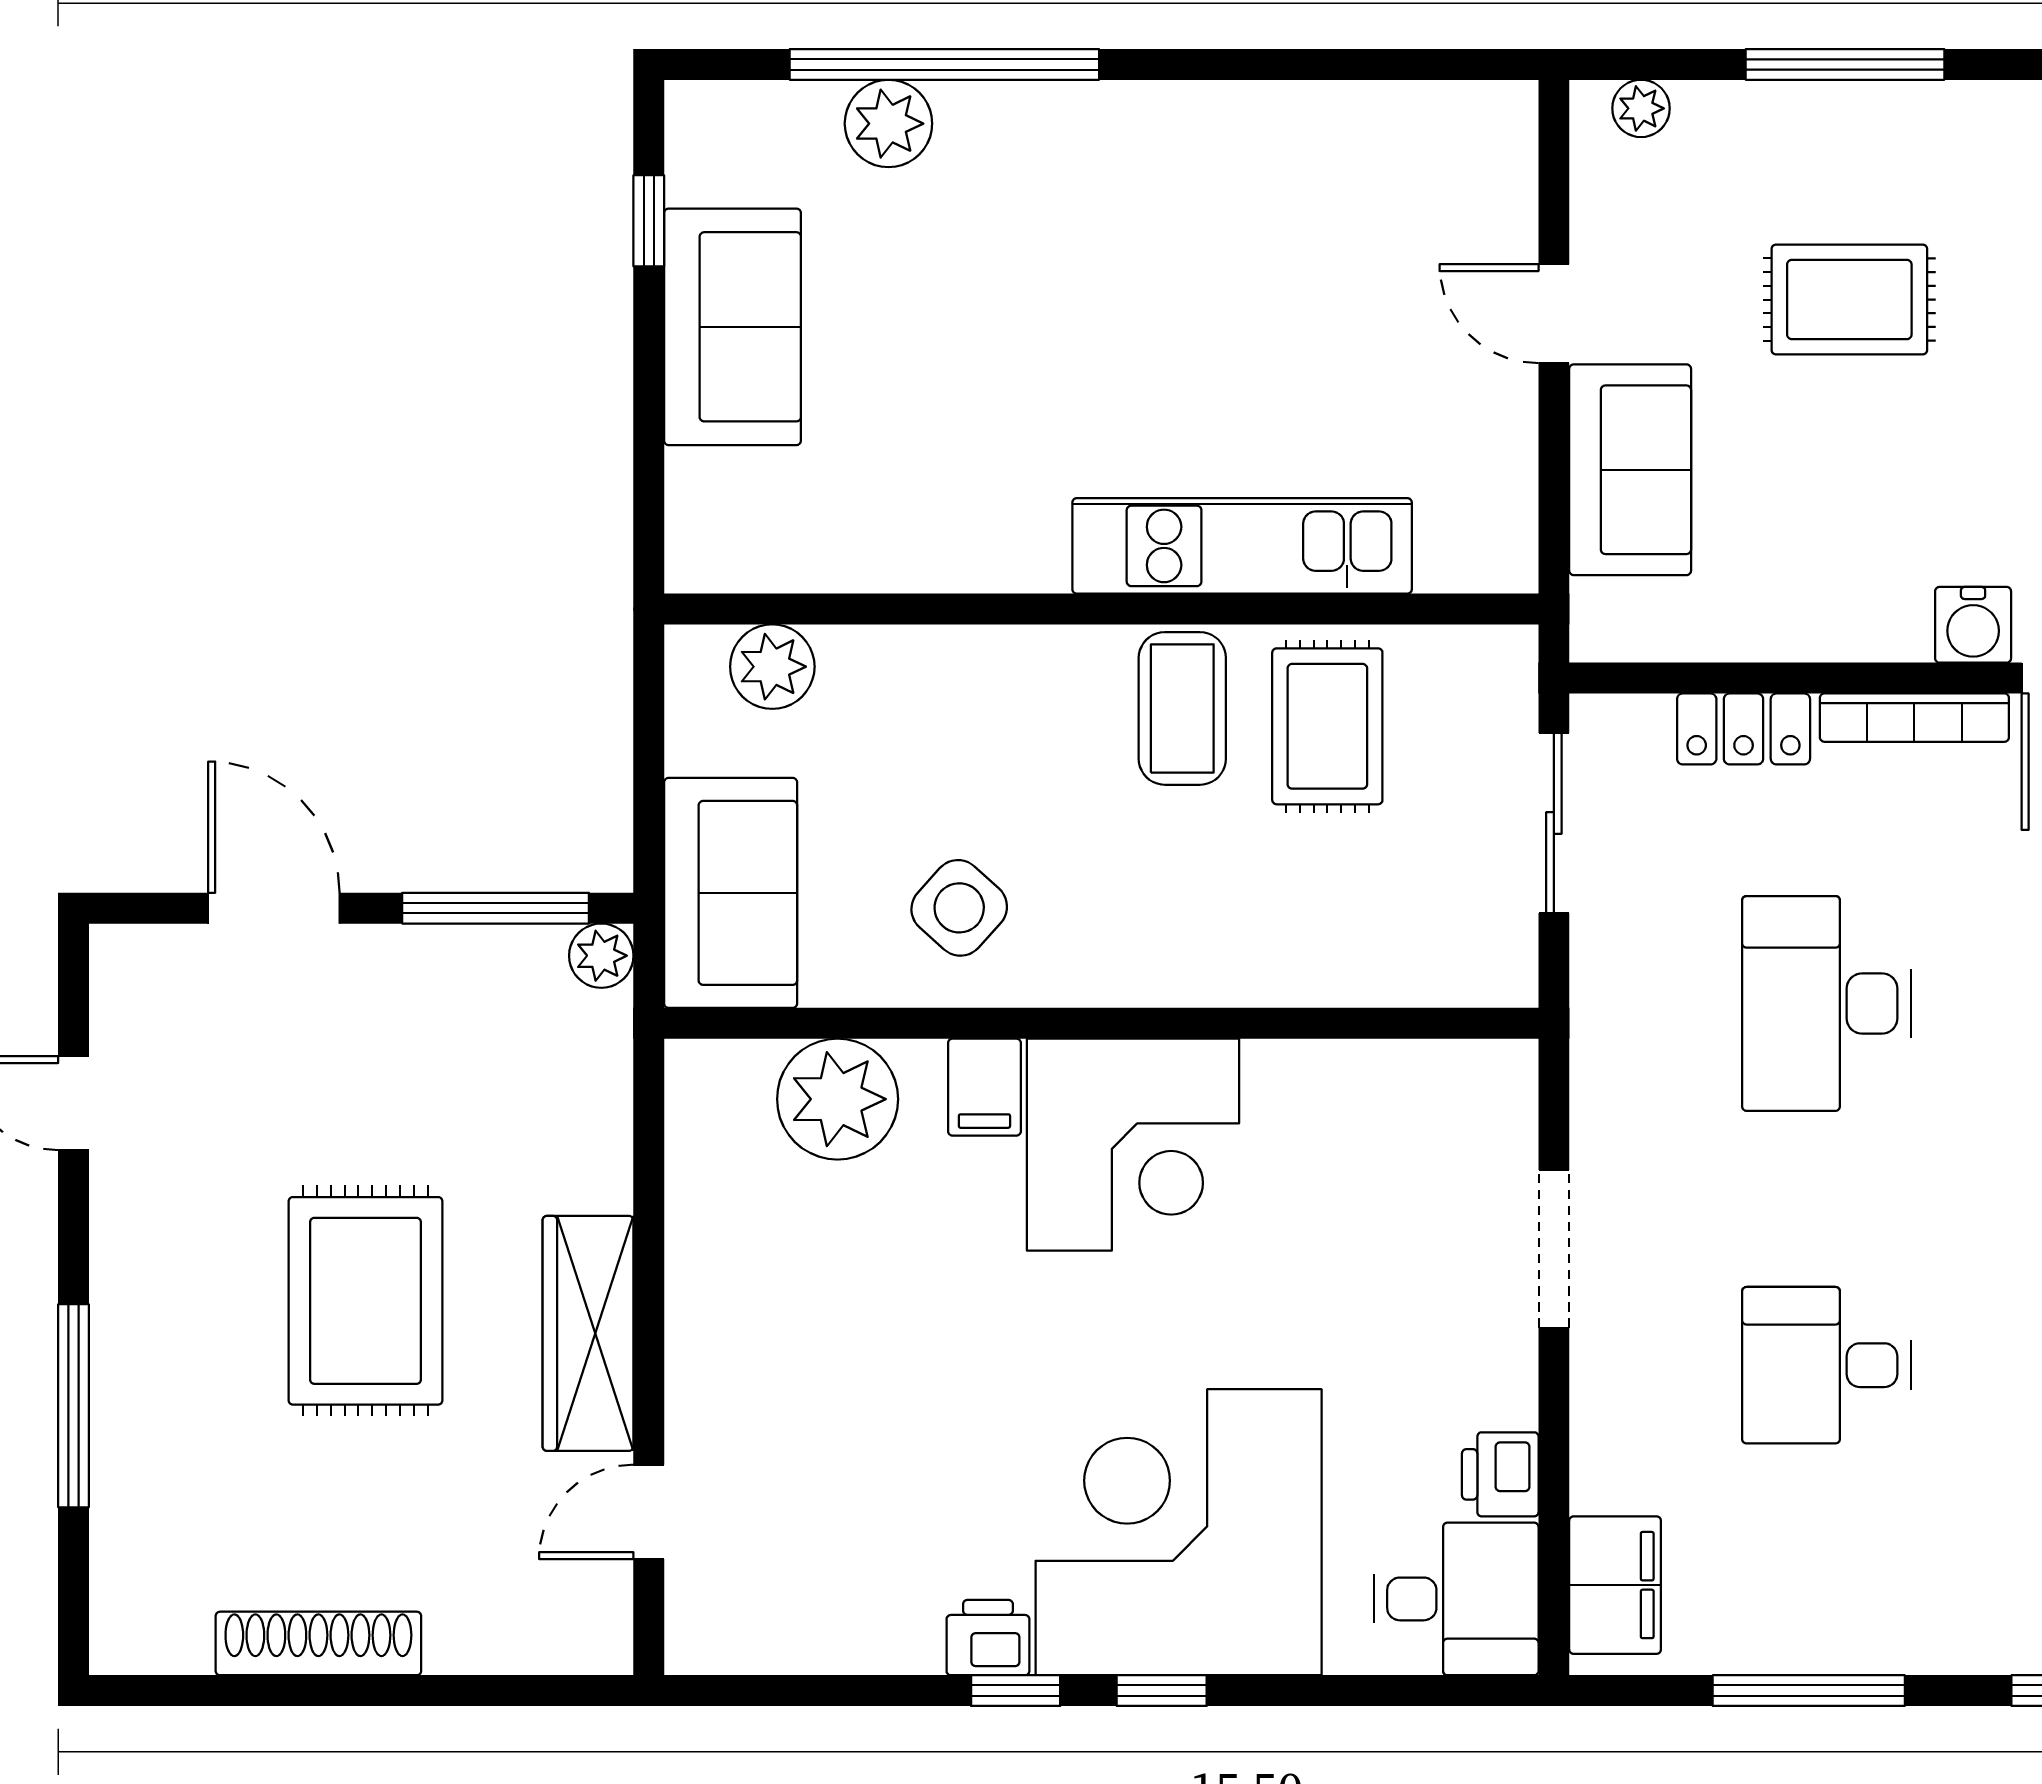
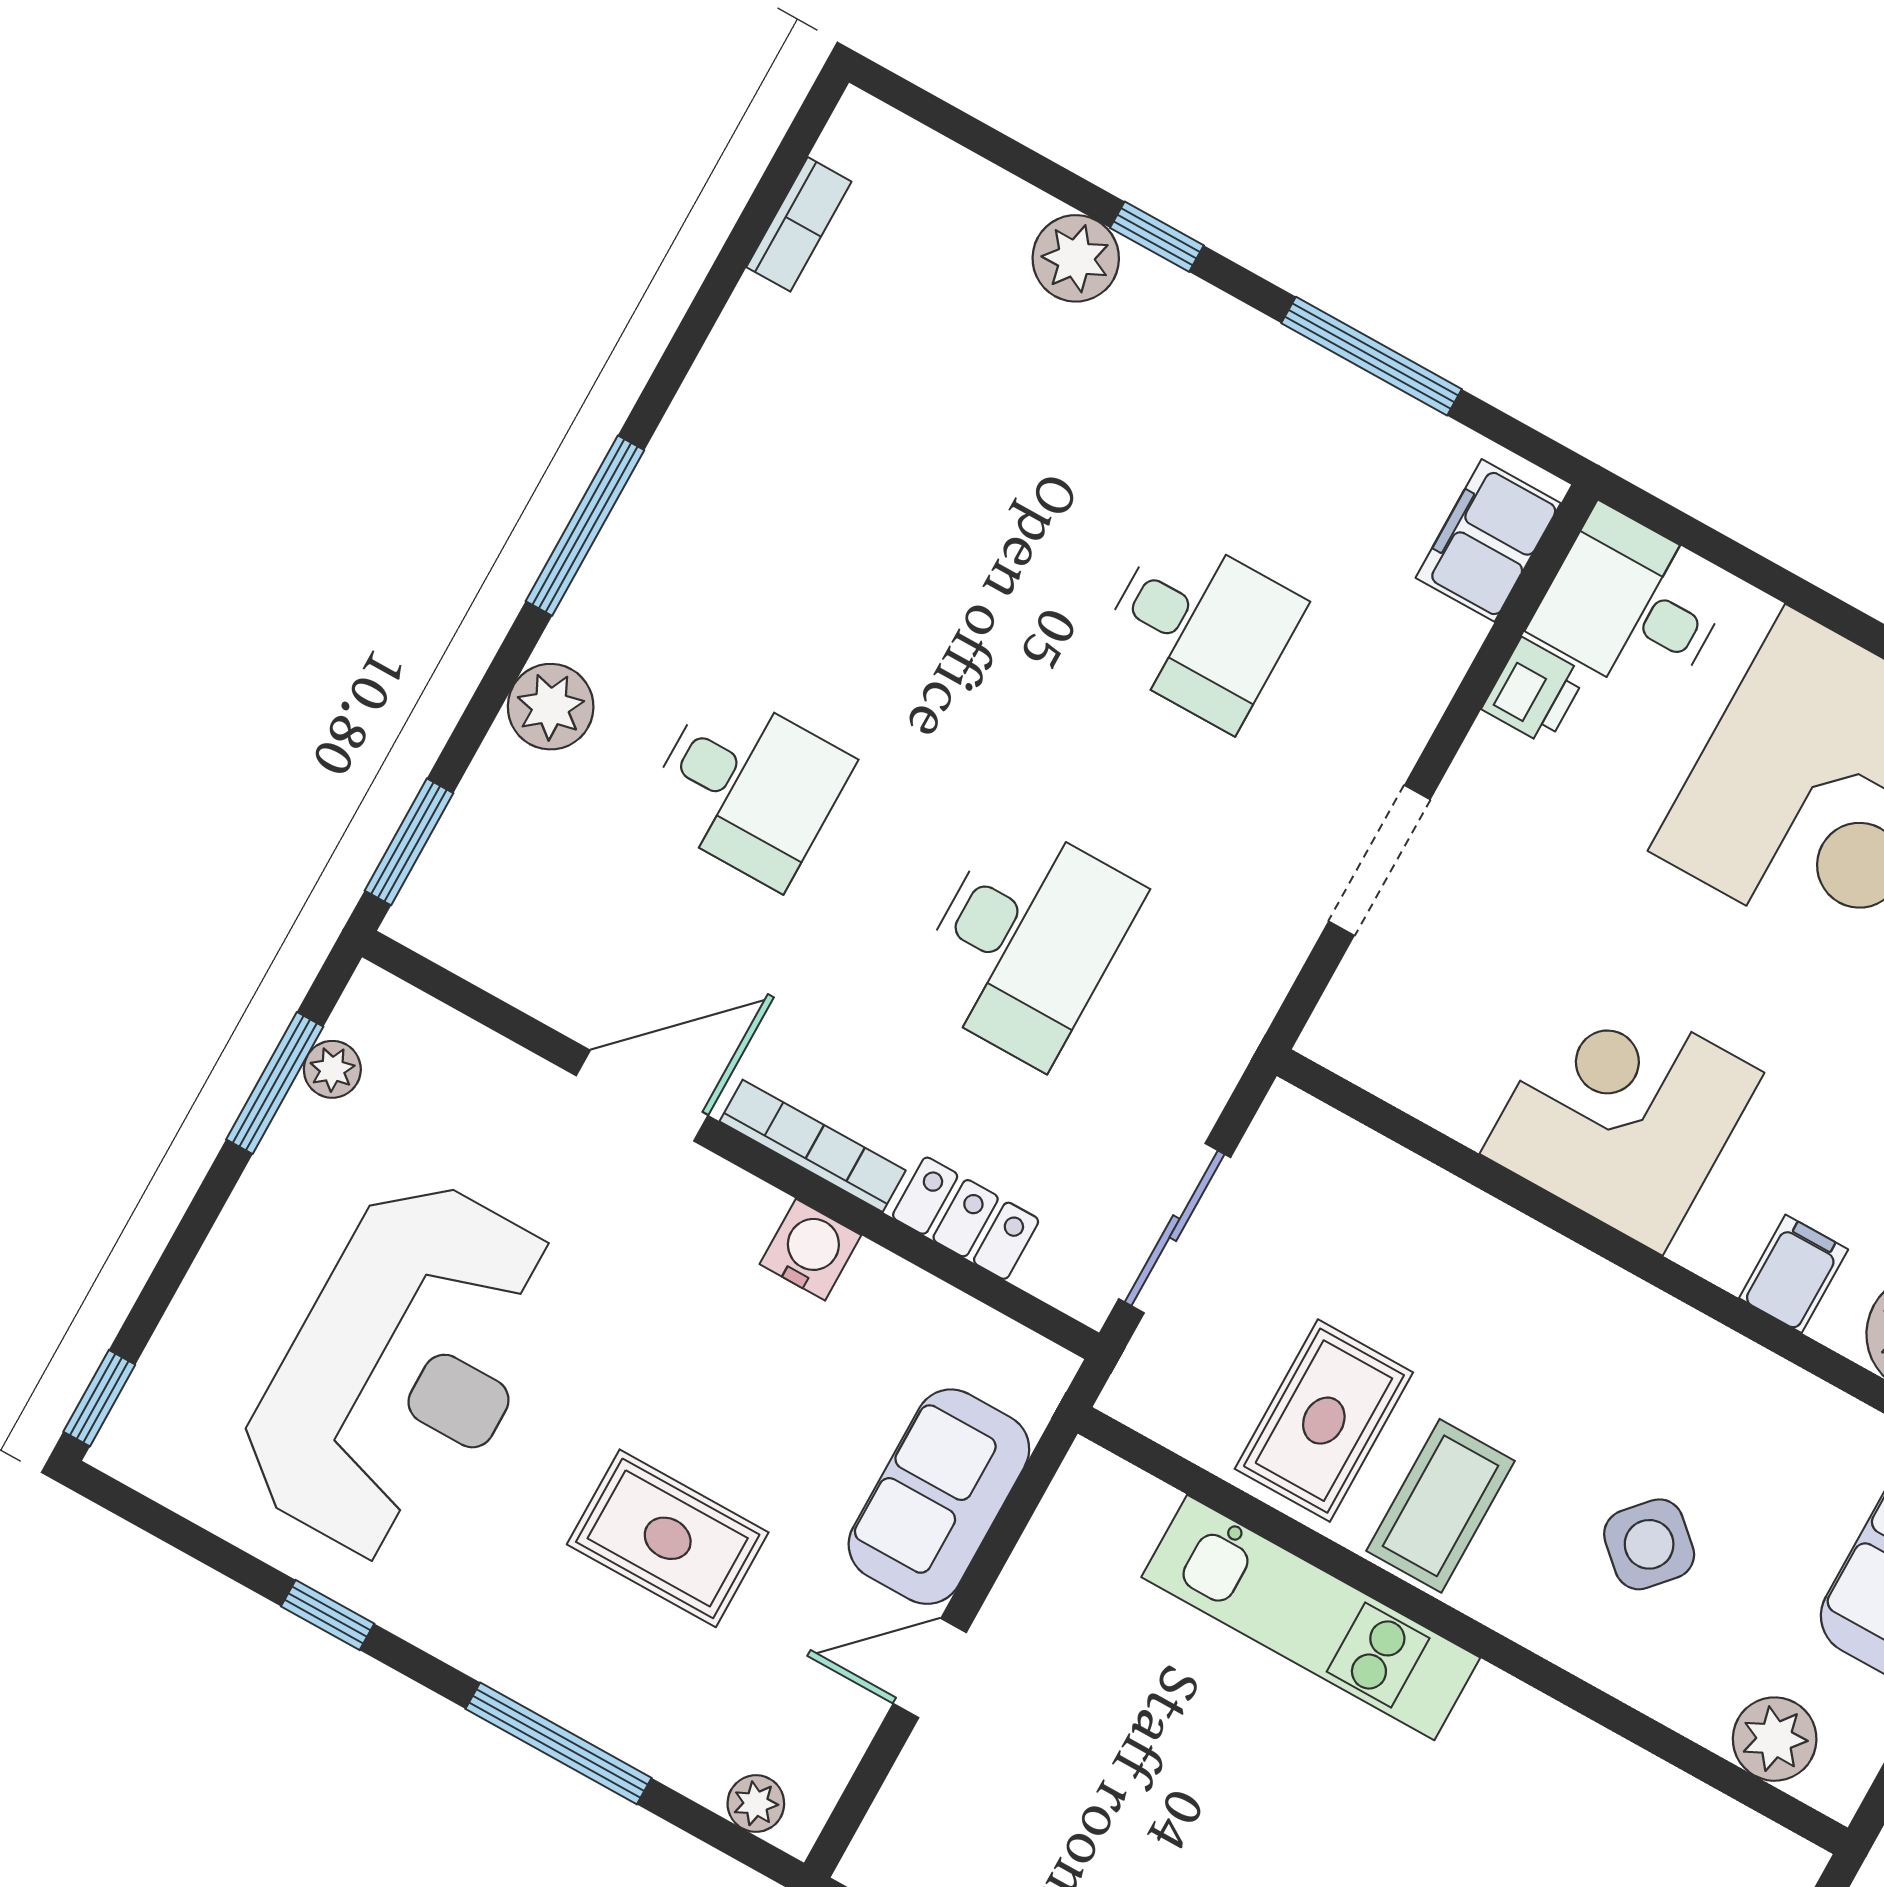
door: (1554, 314) -> (930, 1668), swing flipped
water cooler: (1973, 625) -> (810, 1250), moved
side table: (959, 908) -> (1649, 1544), moved
corner desk: (1133, 1145) -> (1622, 1113), moved

